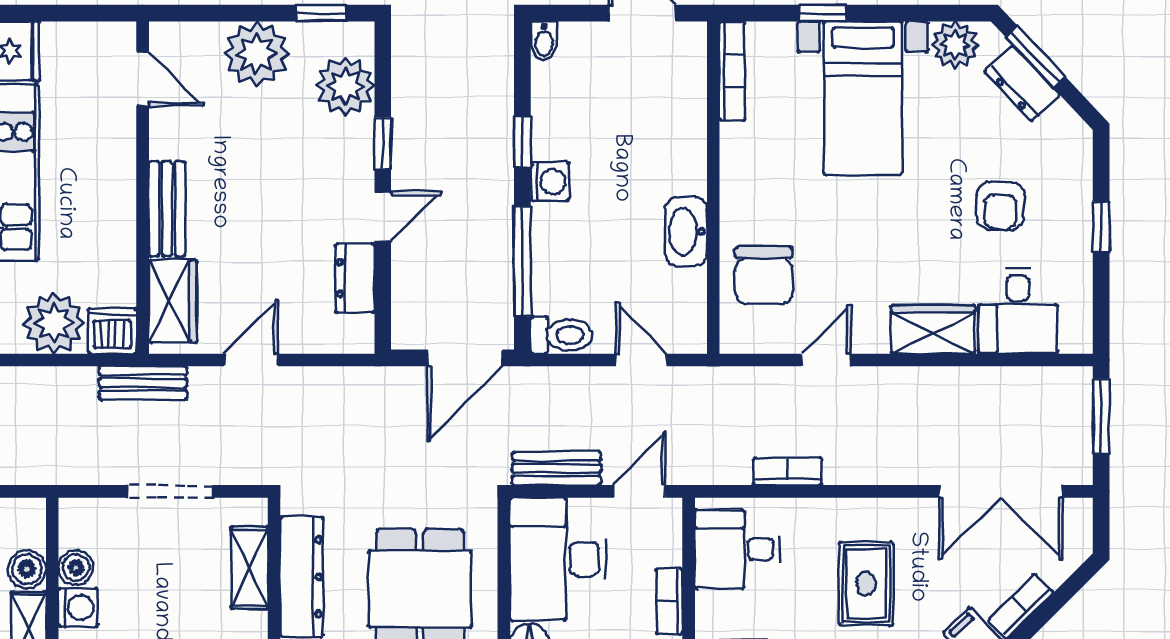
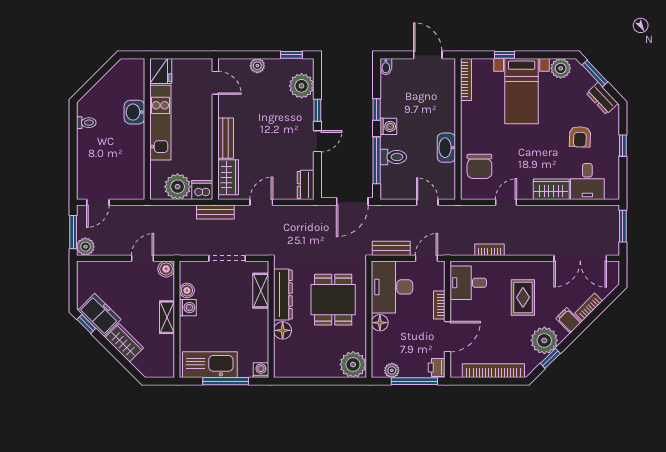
plant: (257, 54) -> (257, 66), width x0.53, depth x0.53
dresser: (1022, 83) -> (602, 98), moved
dresser: (355, 278) -> (306, 185), moved
toilet: (561, 335) -> (393, 157), moved
boiler: (27, 569) -> (166, 269), moved

